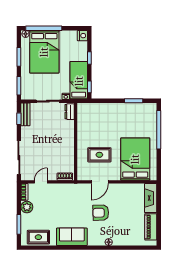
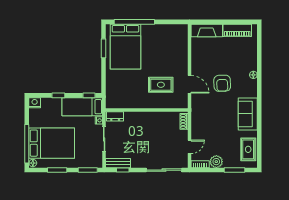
rug: (99, 155) -> (161, 85), turned 90
bed: (135, 159) -> (125, 47), moved, turned -90
door: (41, 182) -> (190, 147), swing flipped

